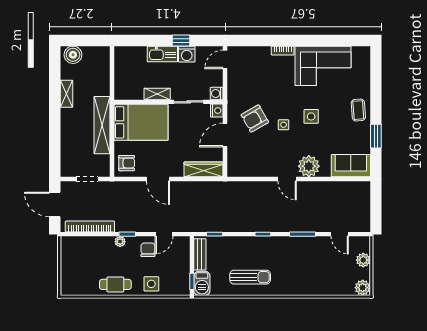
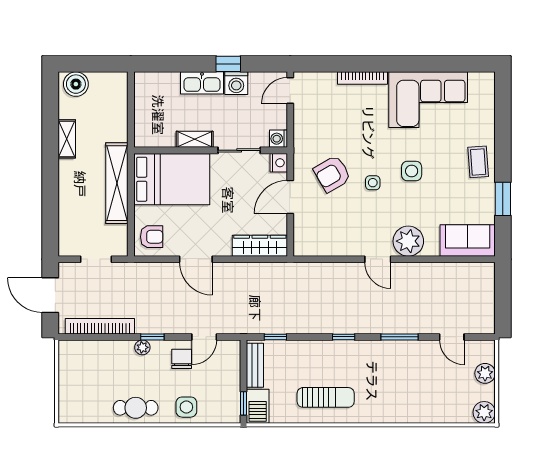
bookcase: (283, 51) -> (363, 78), width x1.56

